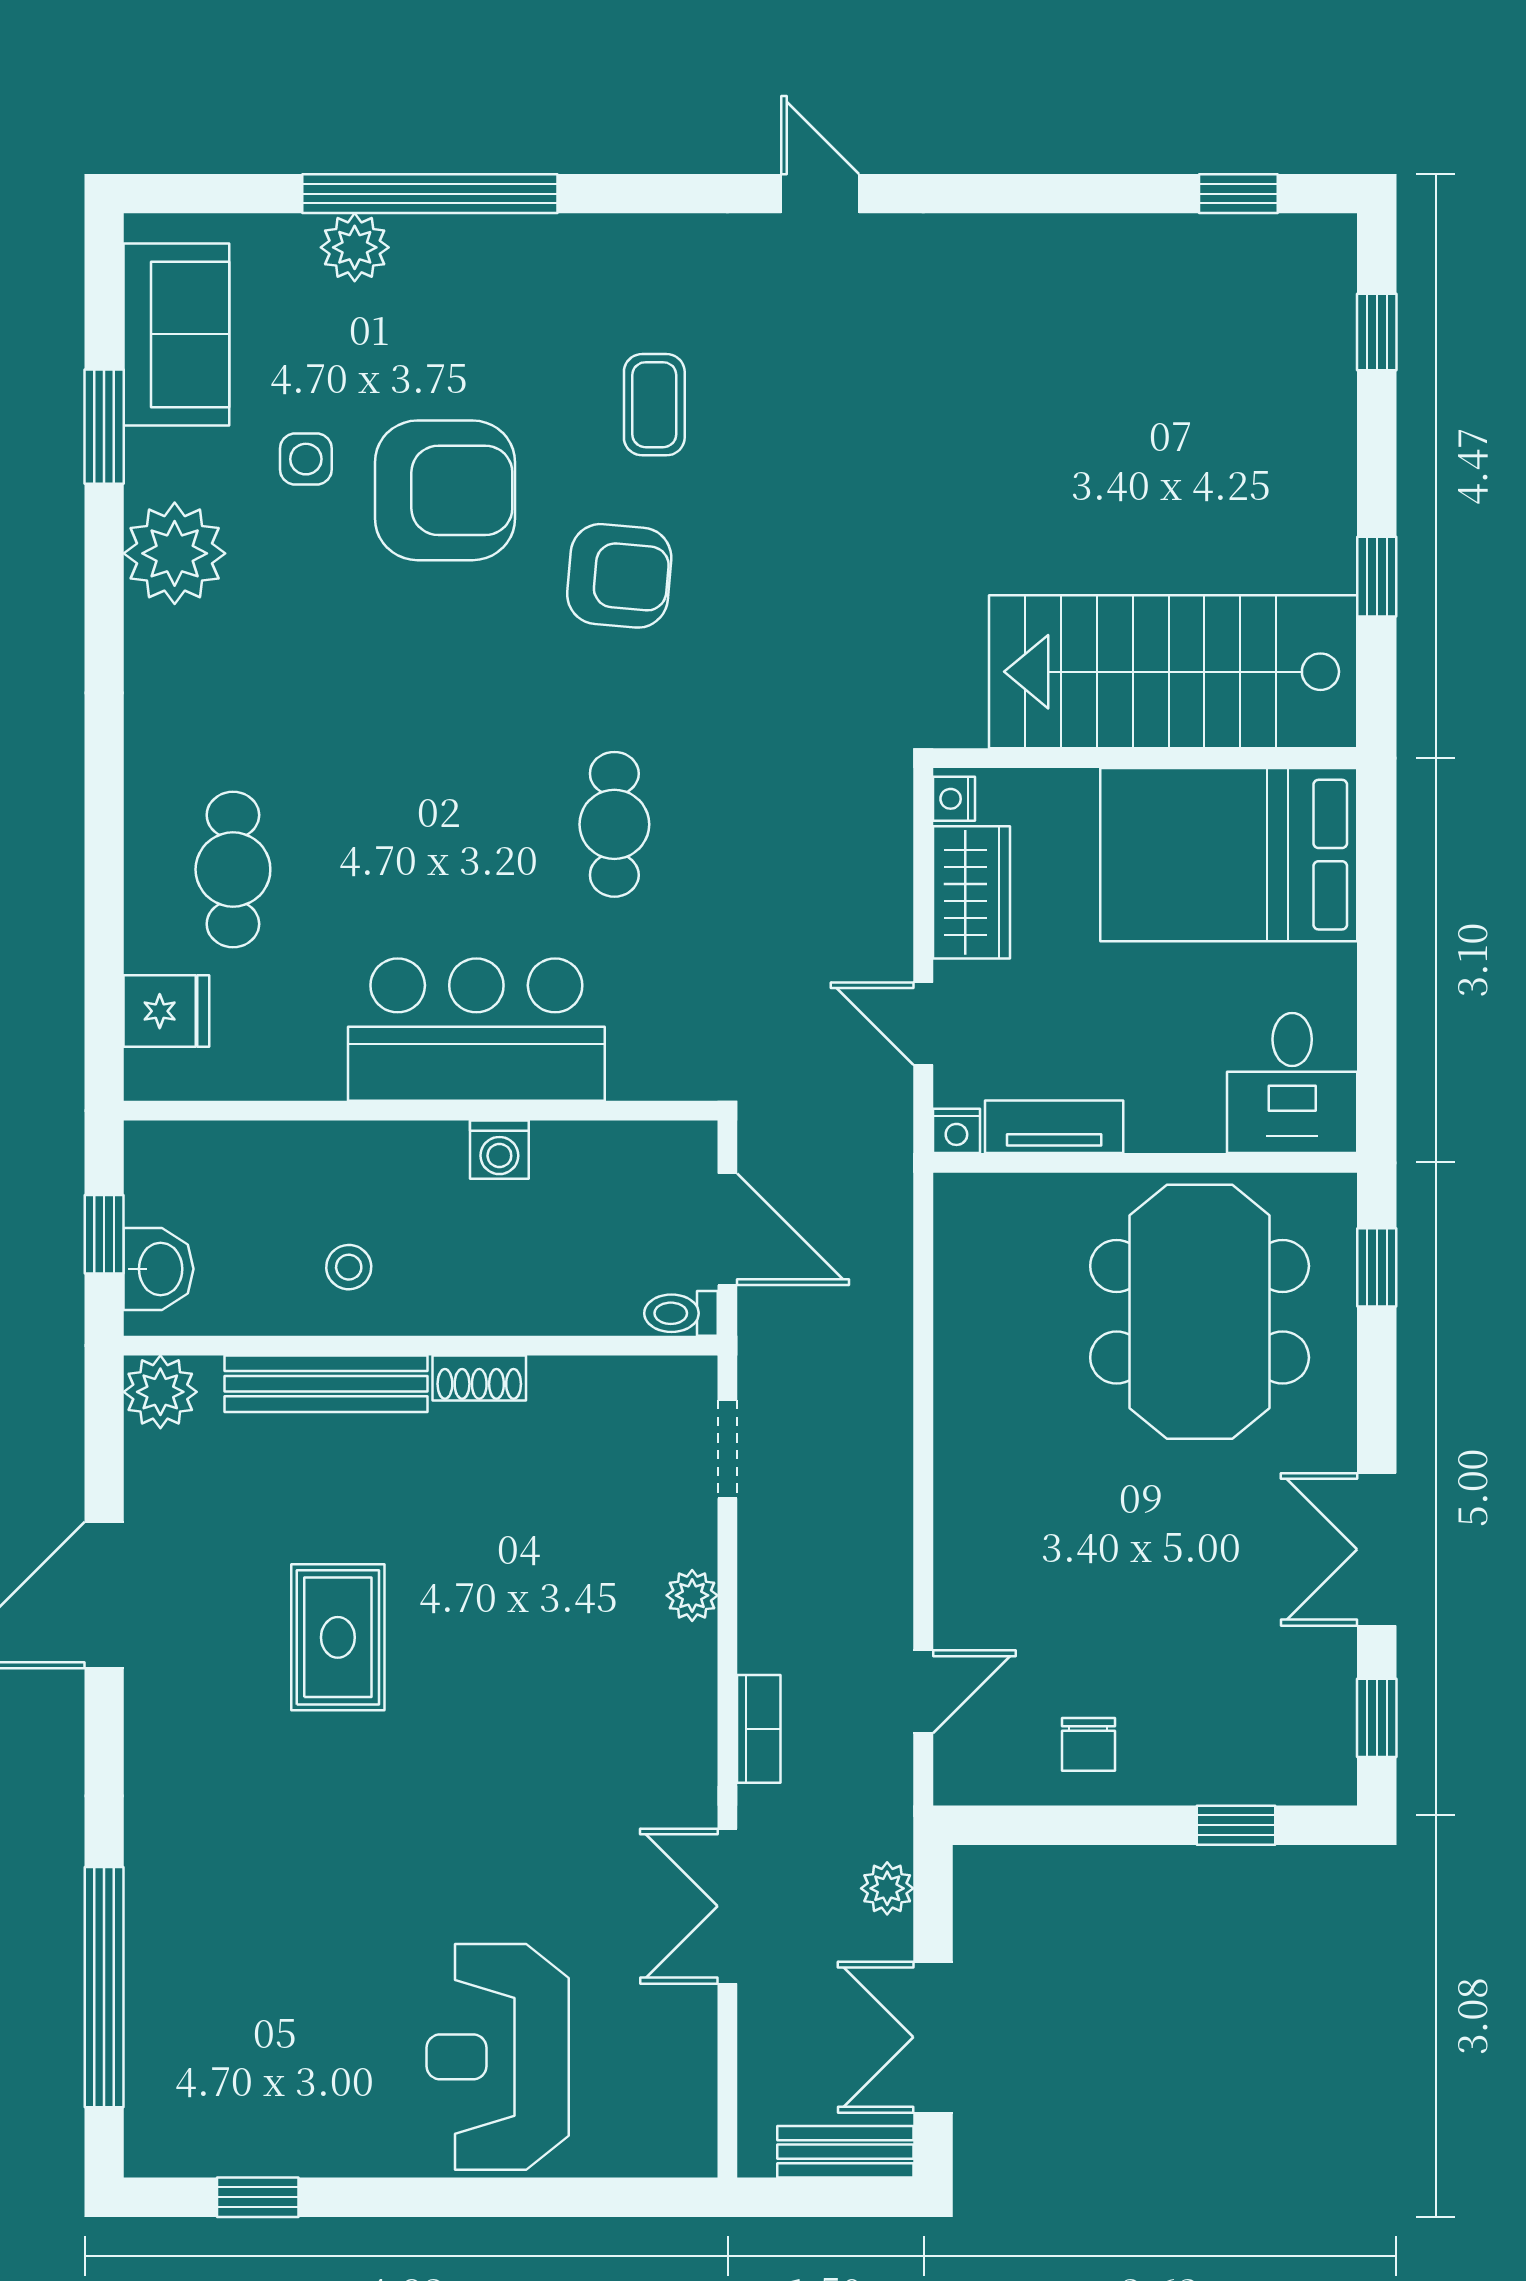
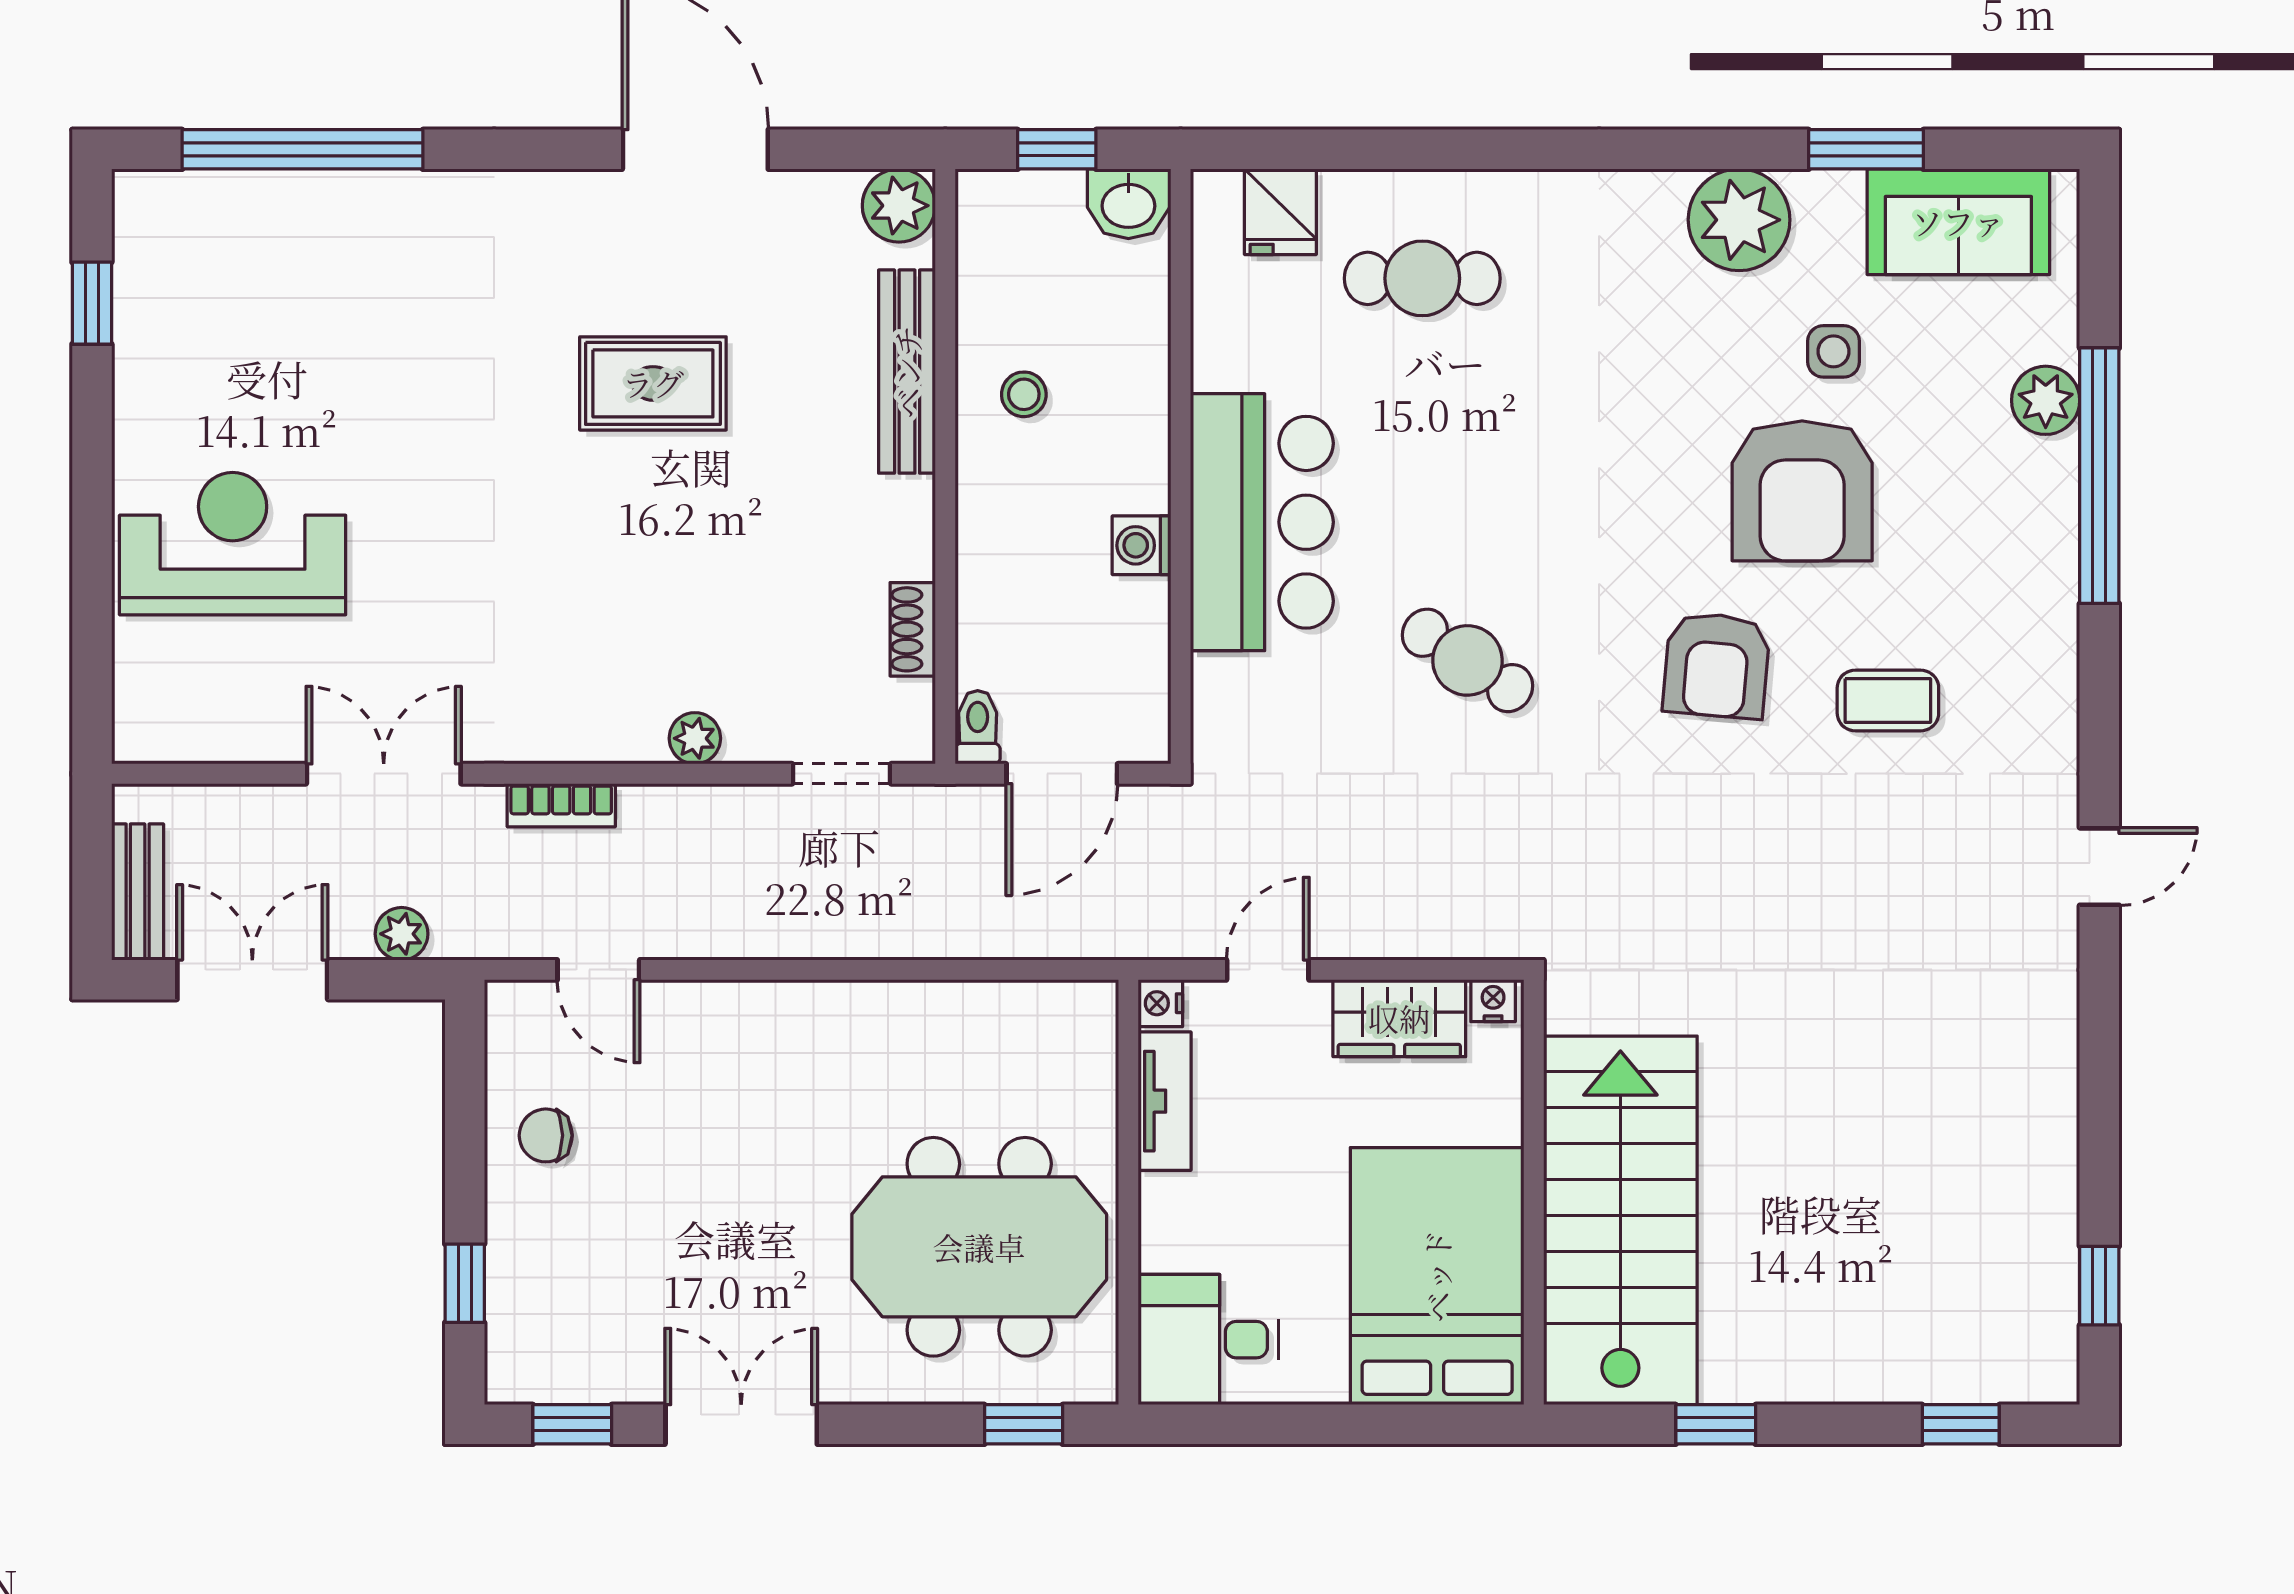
cafe table: (614, 824) -> (1467, 660), turned 33
washbasin: (159, 1269) -> (1128, 204), moved
shoe rack: (479, 1378) -> (913, 629), moved

